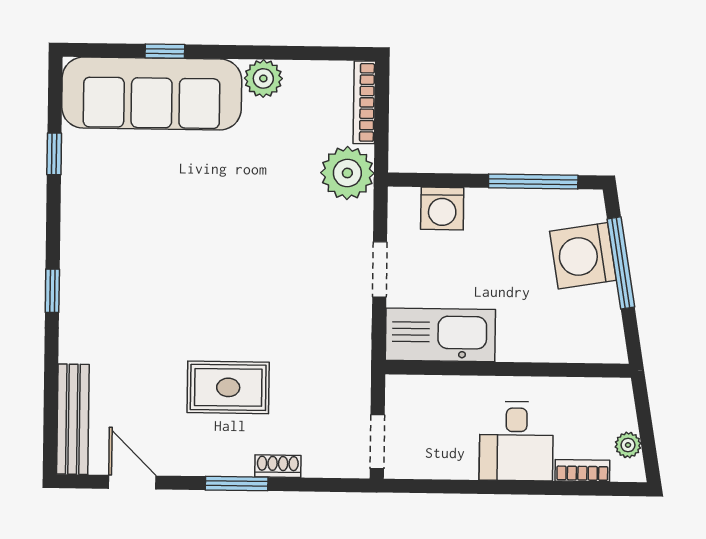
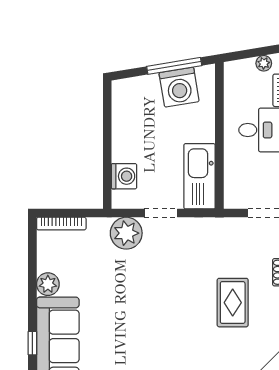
plant: (347, 173) -> (126, 233), moved
window: (533, 182) -> (107, 122), removed
washing machine: (583, 256) -> (179, 87), moved
window: (621, 263) -> (174, 66), moved

